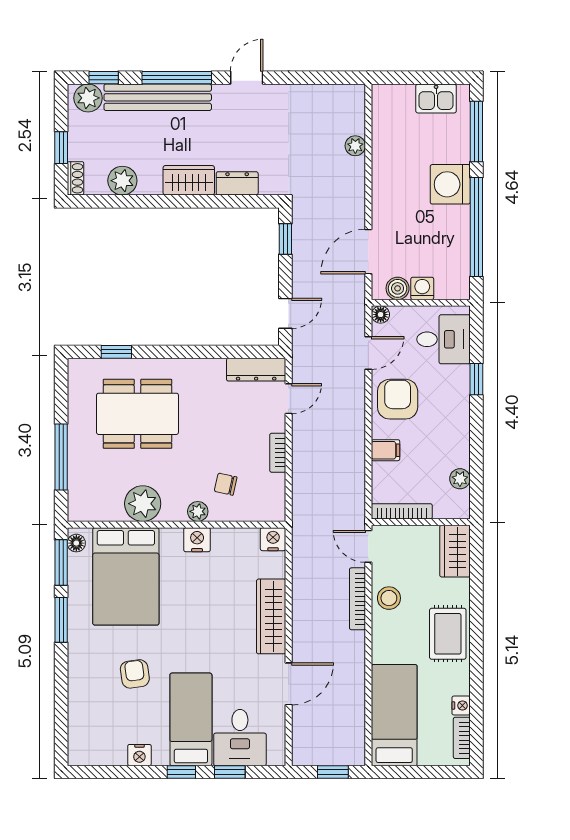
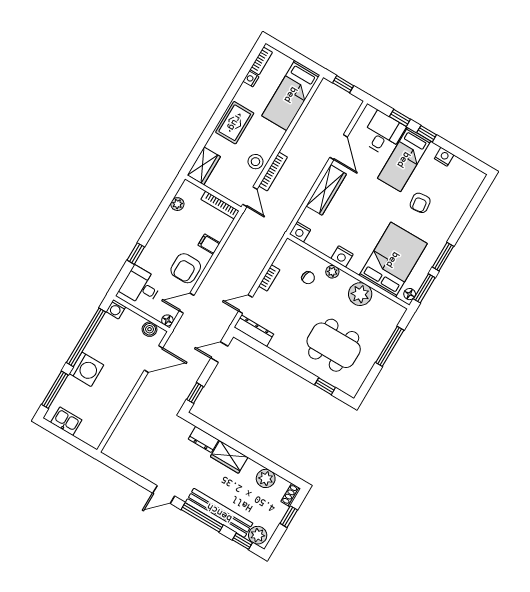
plant: (355, 146) -> (126, 422), removed
washing machine: (422, 288) -> (116, 309), moved
door: (289, 684) -> (339, 147), swing flipped

